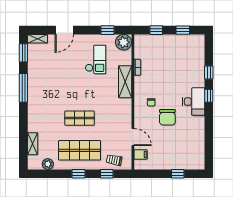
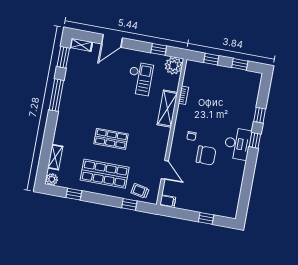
chair: (167, 117) -> (206, 155), turned -90
filing cabinet: (141, 155) -> (168, 201), moved
plant: (48, 164) -> (52, 179), moved
window: (78, 174) -> (74, 194), moved

